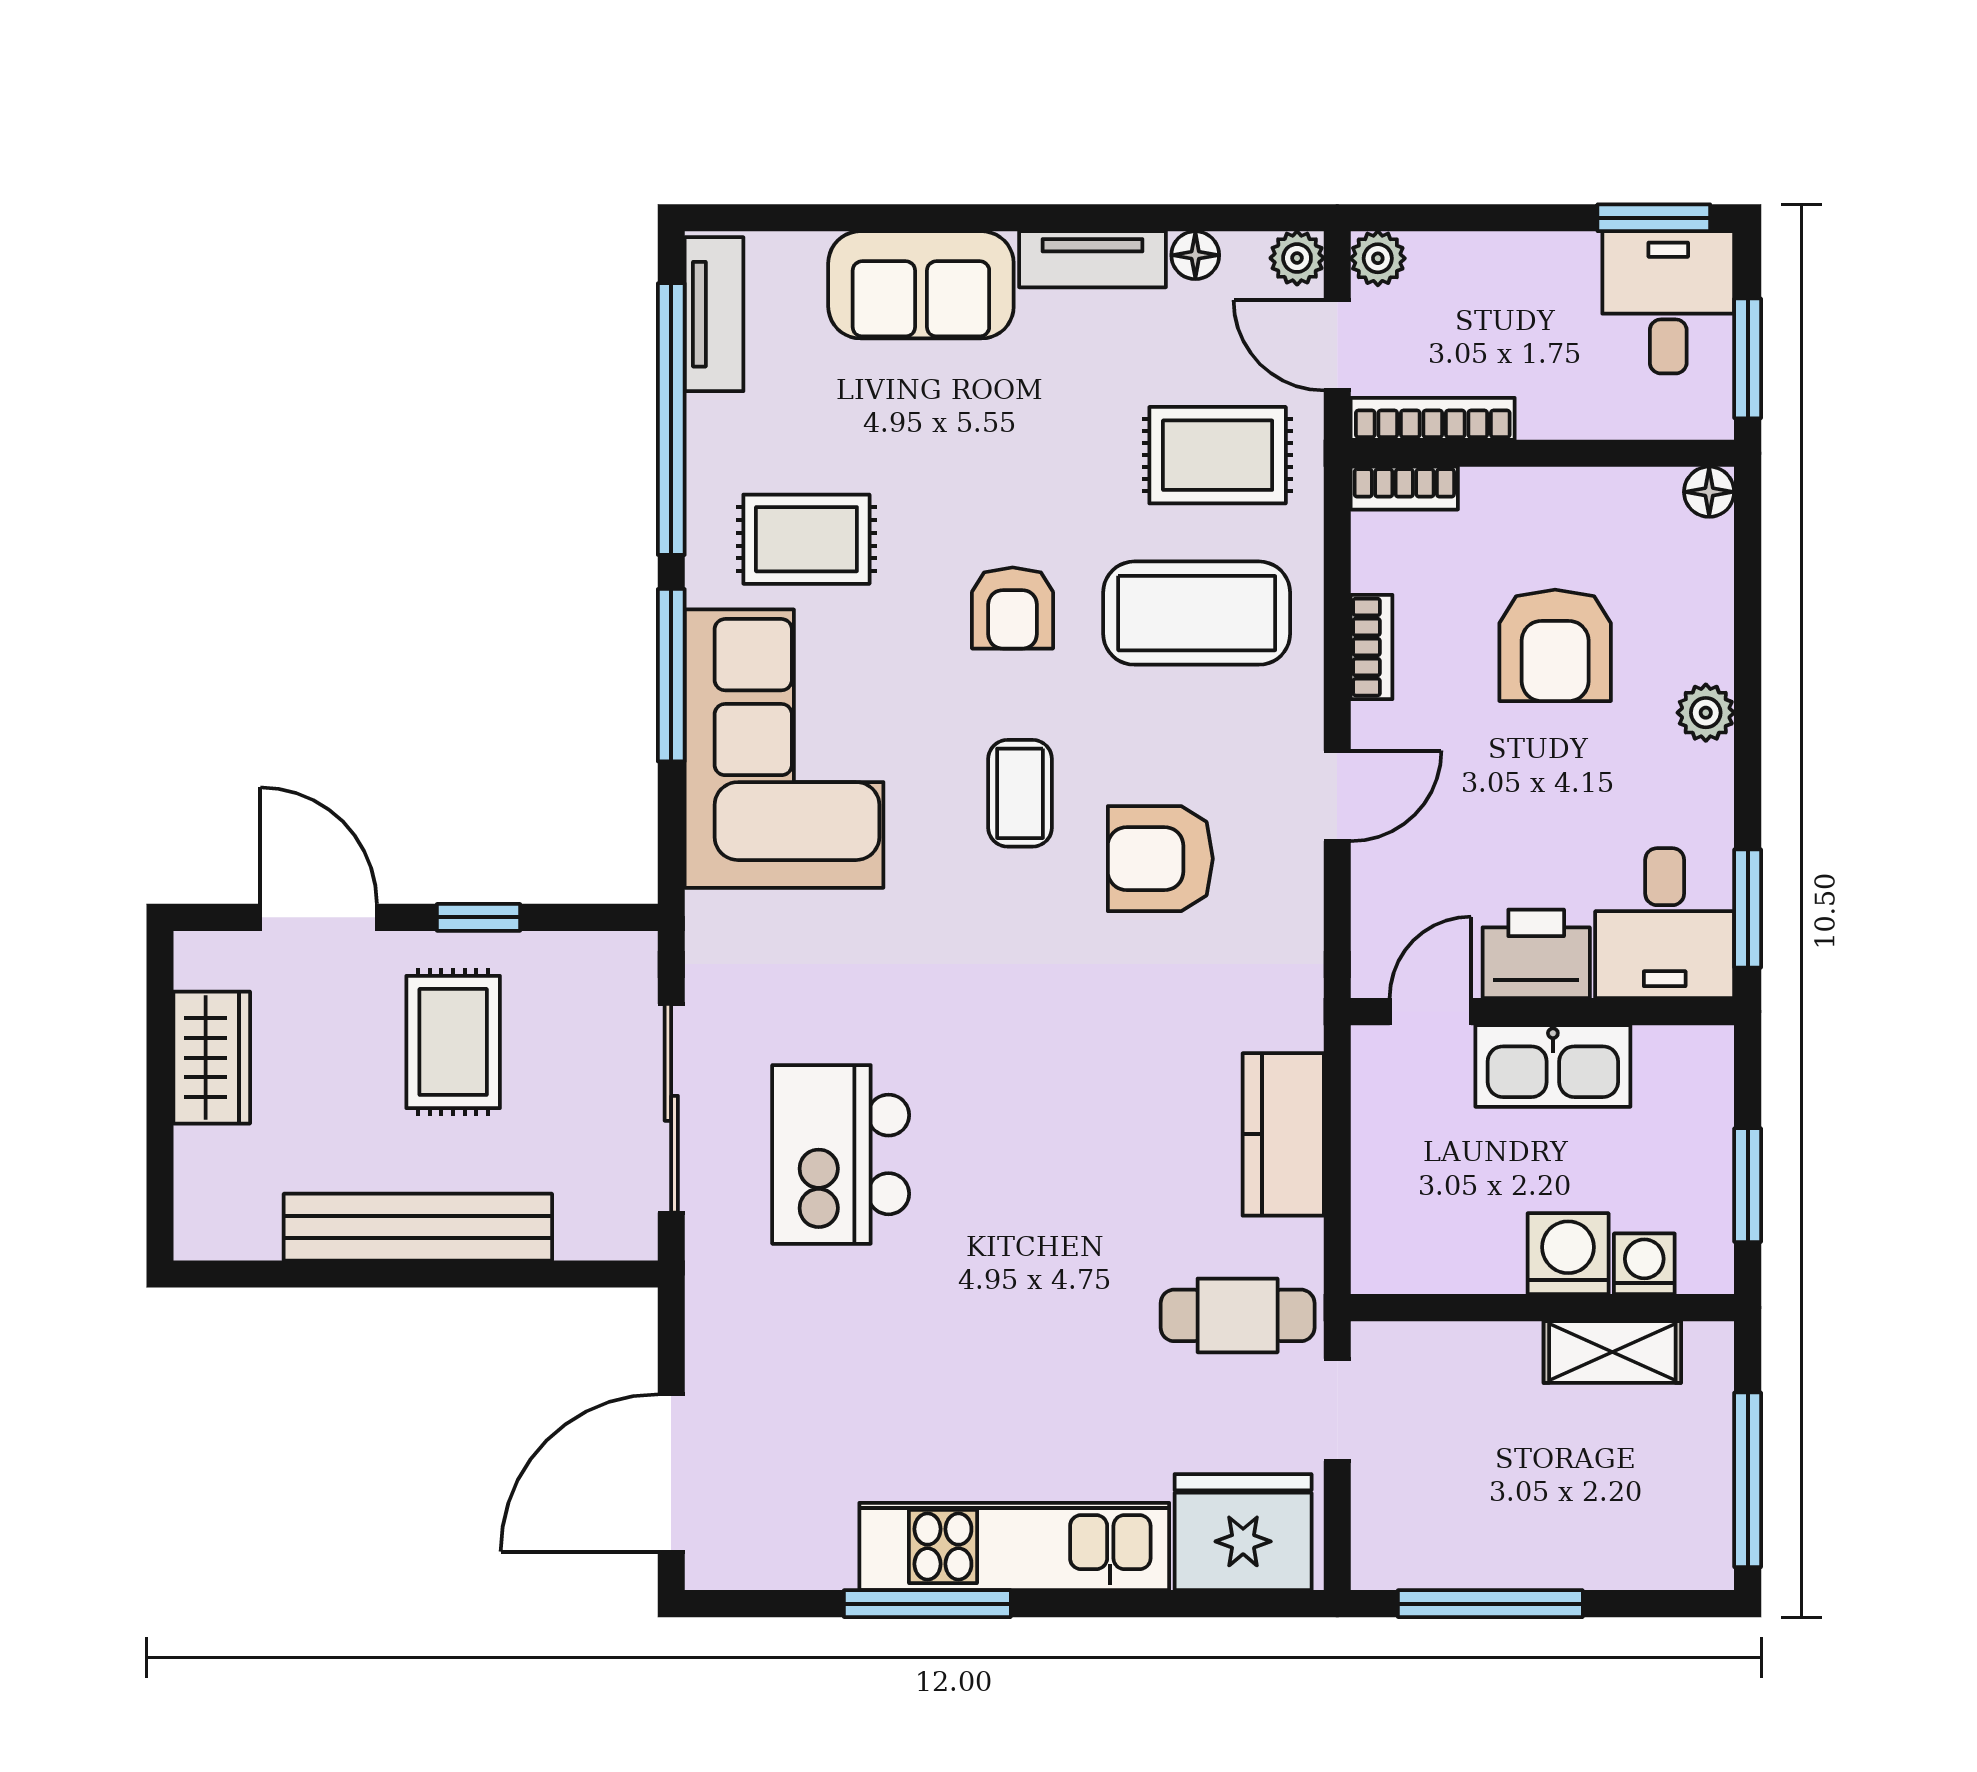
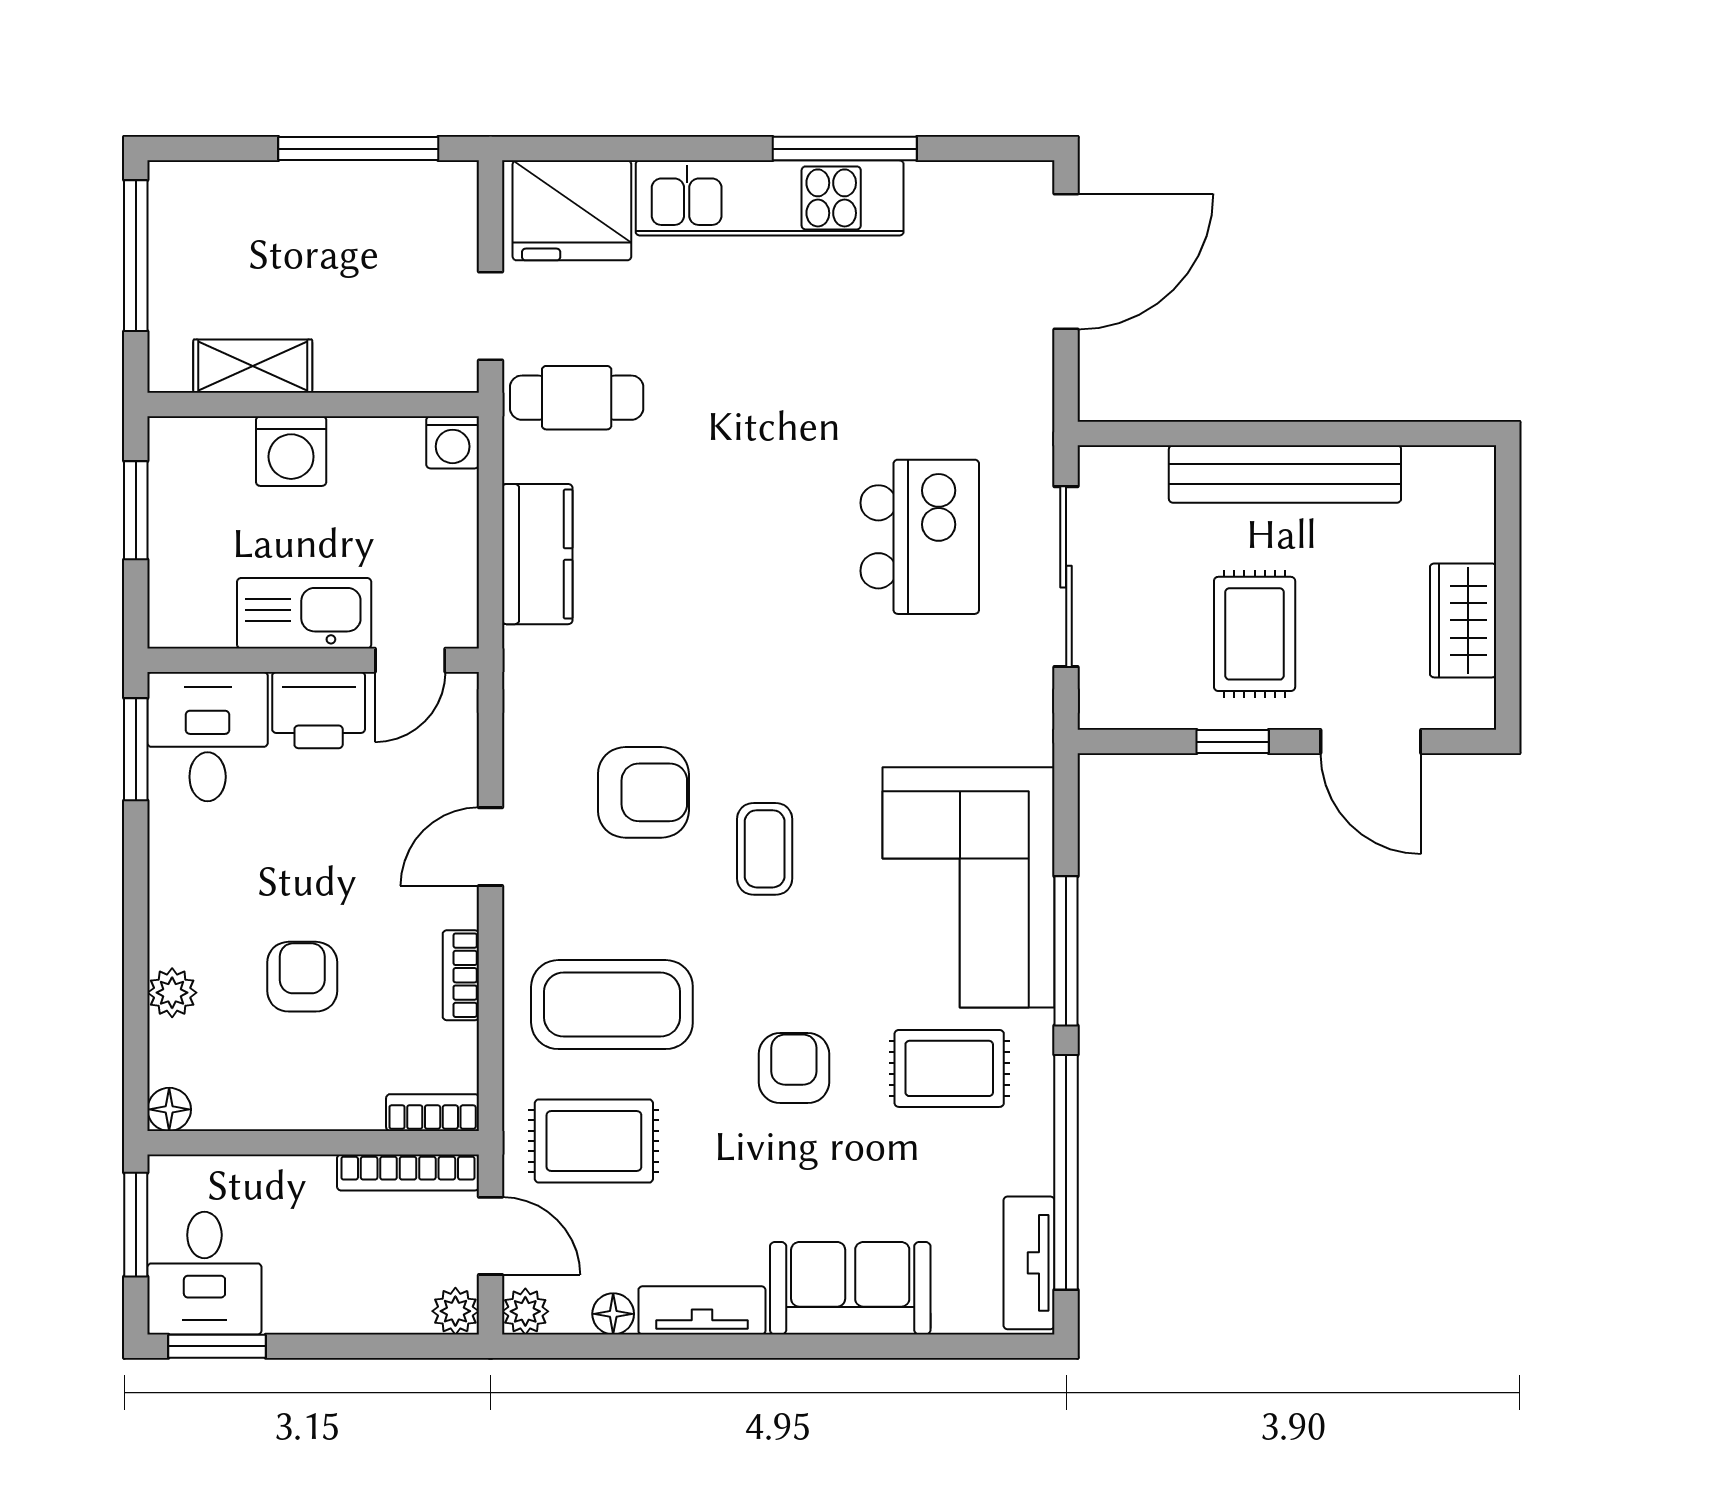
armchair: (1013, 608) -> (794, 1068), moved
armchair: (1555, 645) -> (302, 977), width x0.72, depth x0.72
plant: (1706, 713) -> (172, 993), moved
washing machine: (1644, 1264) -> (453, 442), moved

